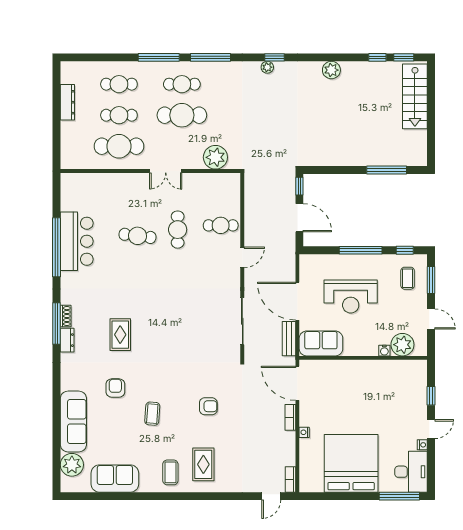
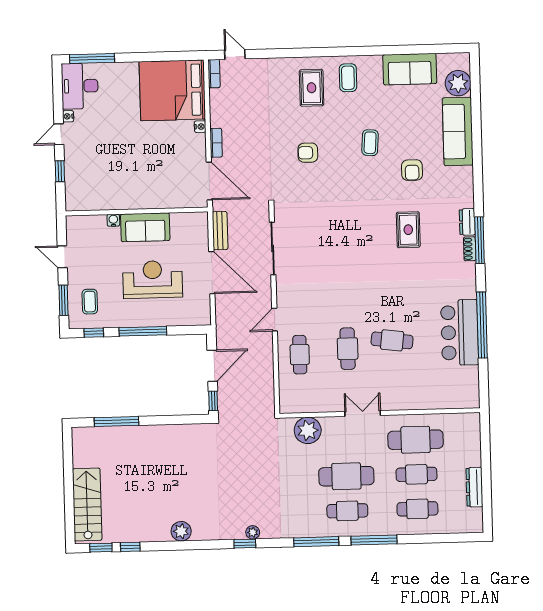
door: (299, 218) -> (212, 366), swing flipped
cafe table: (221, 225) -> (300, 355), turned 90
sofa: (321, 343) -> (145, 227), moved
plant: (402, 345) -> (93, 227), removed
bed: (351, 463) -> (172, 90), moved, turned 90
door: (271, 496) -> (235, 54), hinge flipped

